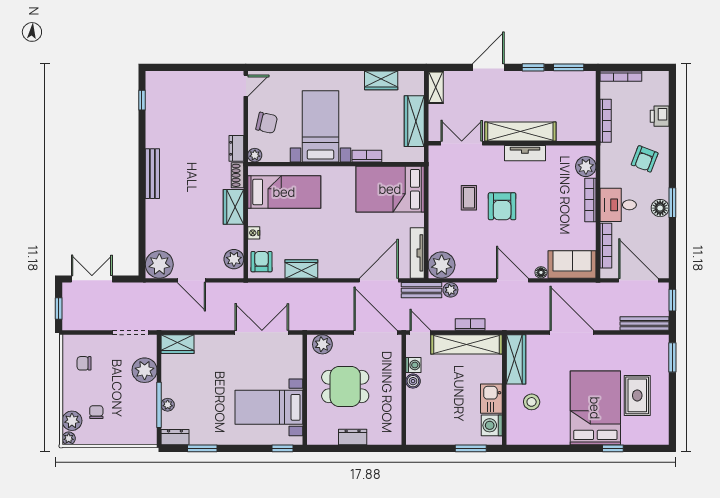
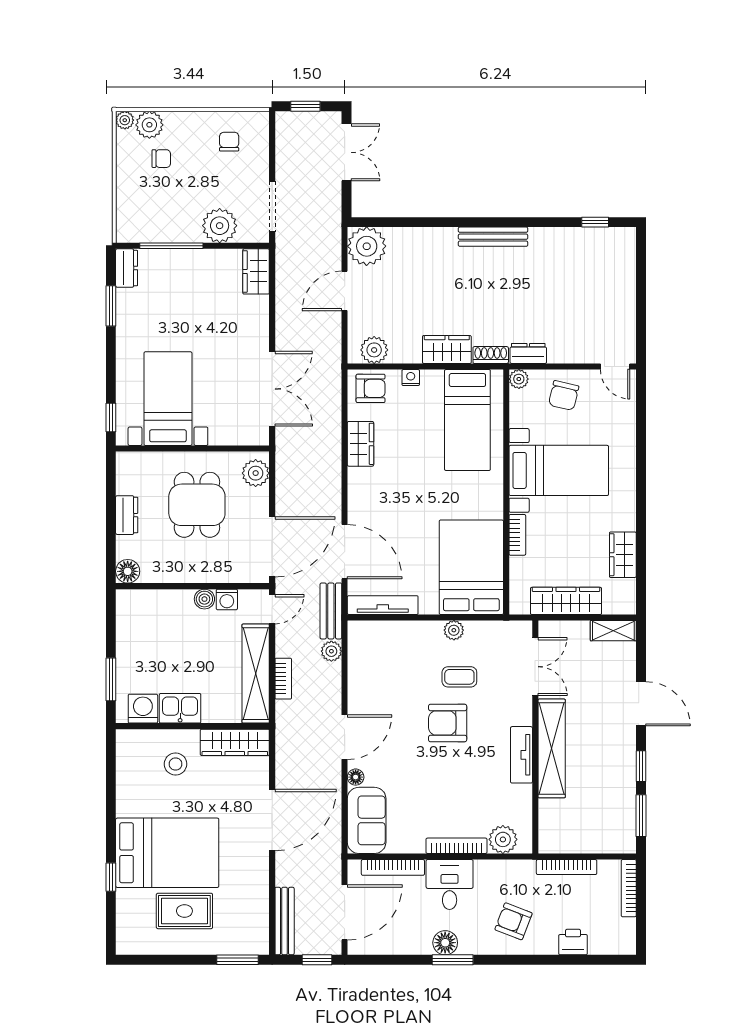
plant: (442, 265) -> (454, 630), moved, width x0.53, depth x0.53
plant: (168, 405) -> (172, 258), removed
floor lamp: (393, 436) -> (128, 571), added

